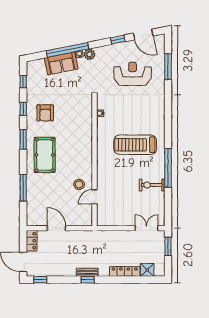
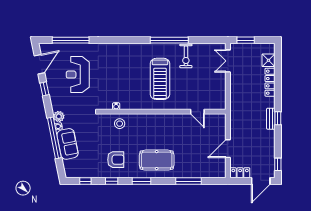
window: (168, 67) -> (71, 40), width x1.46
treadmill: (135, 145) -> (160, 79), moved
stool: (79, 184) -> (120, 124), moved

